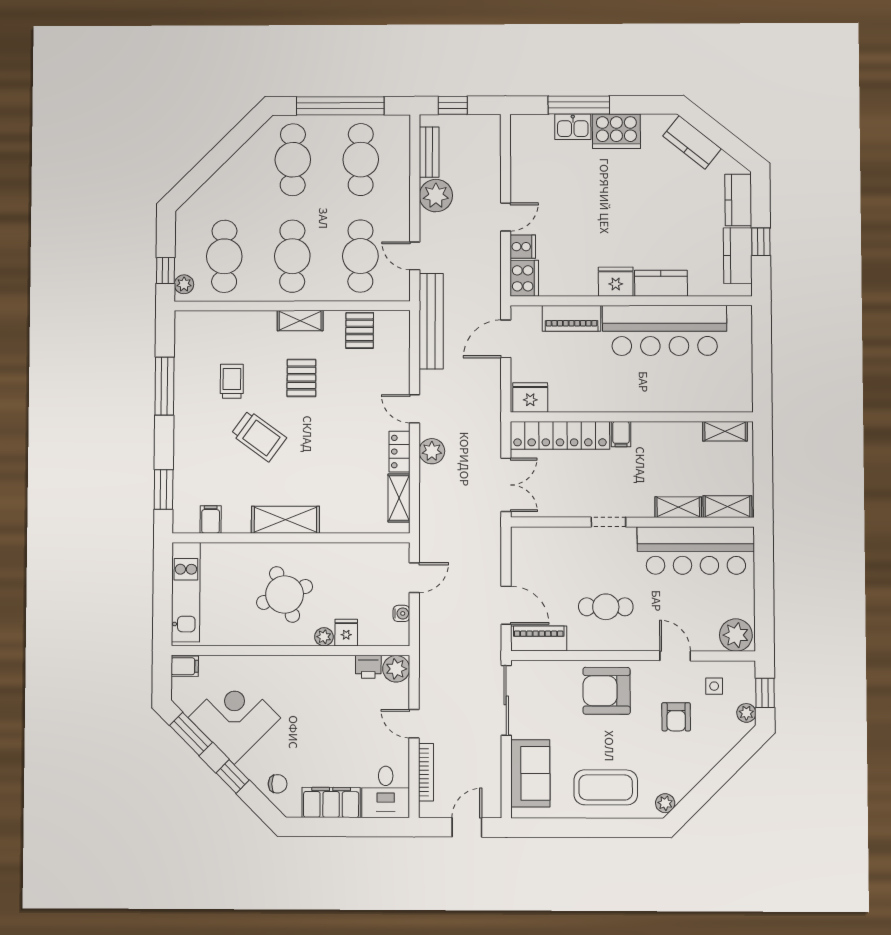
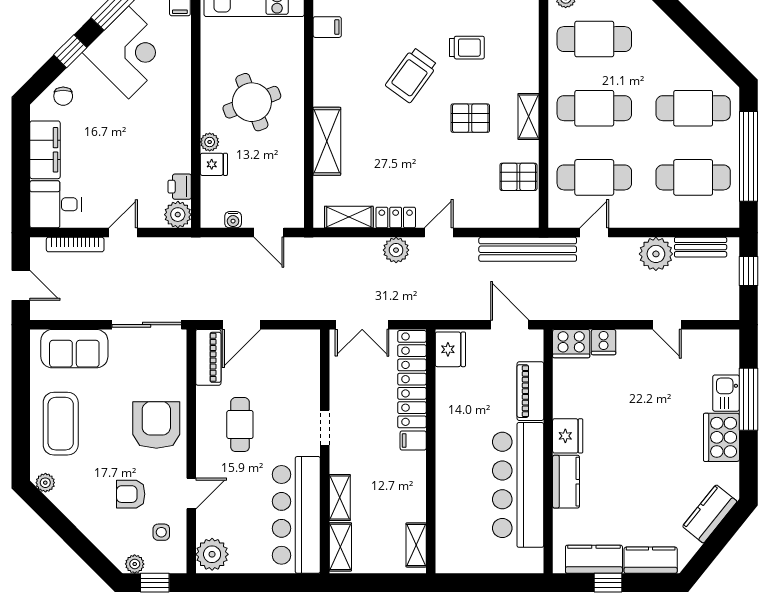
door: (506, 217) -> (667, 325), moved
shelving: (285, 520) -> (327, 141), moved

